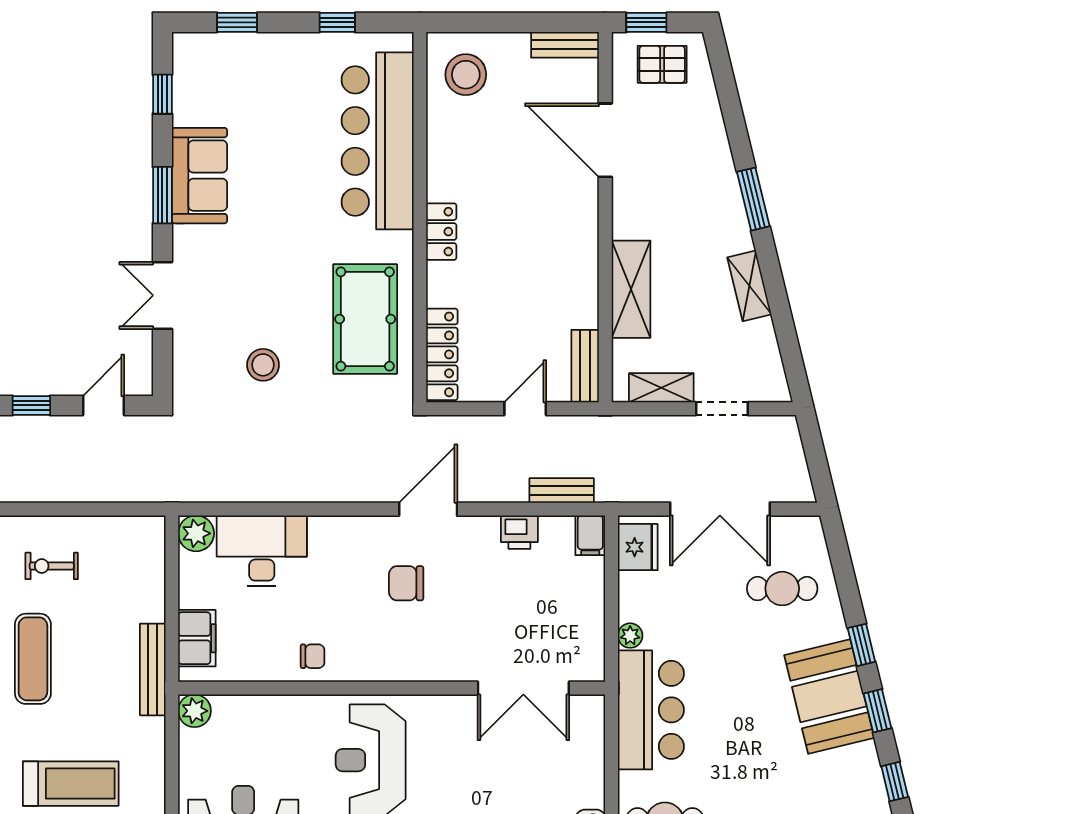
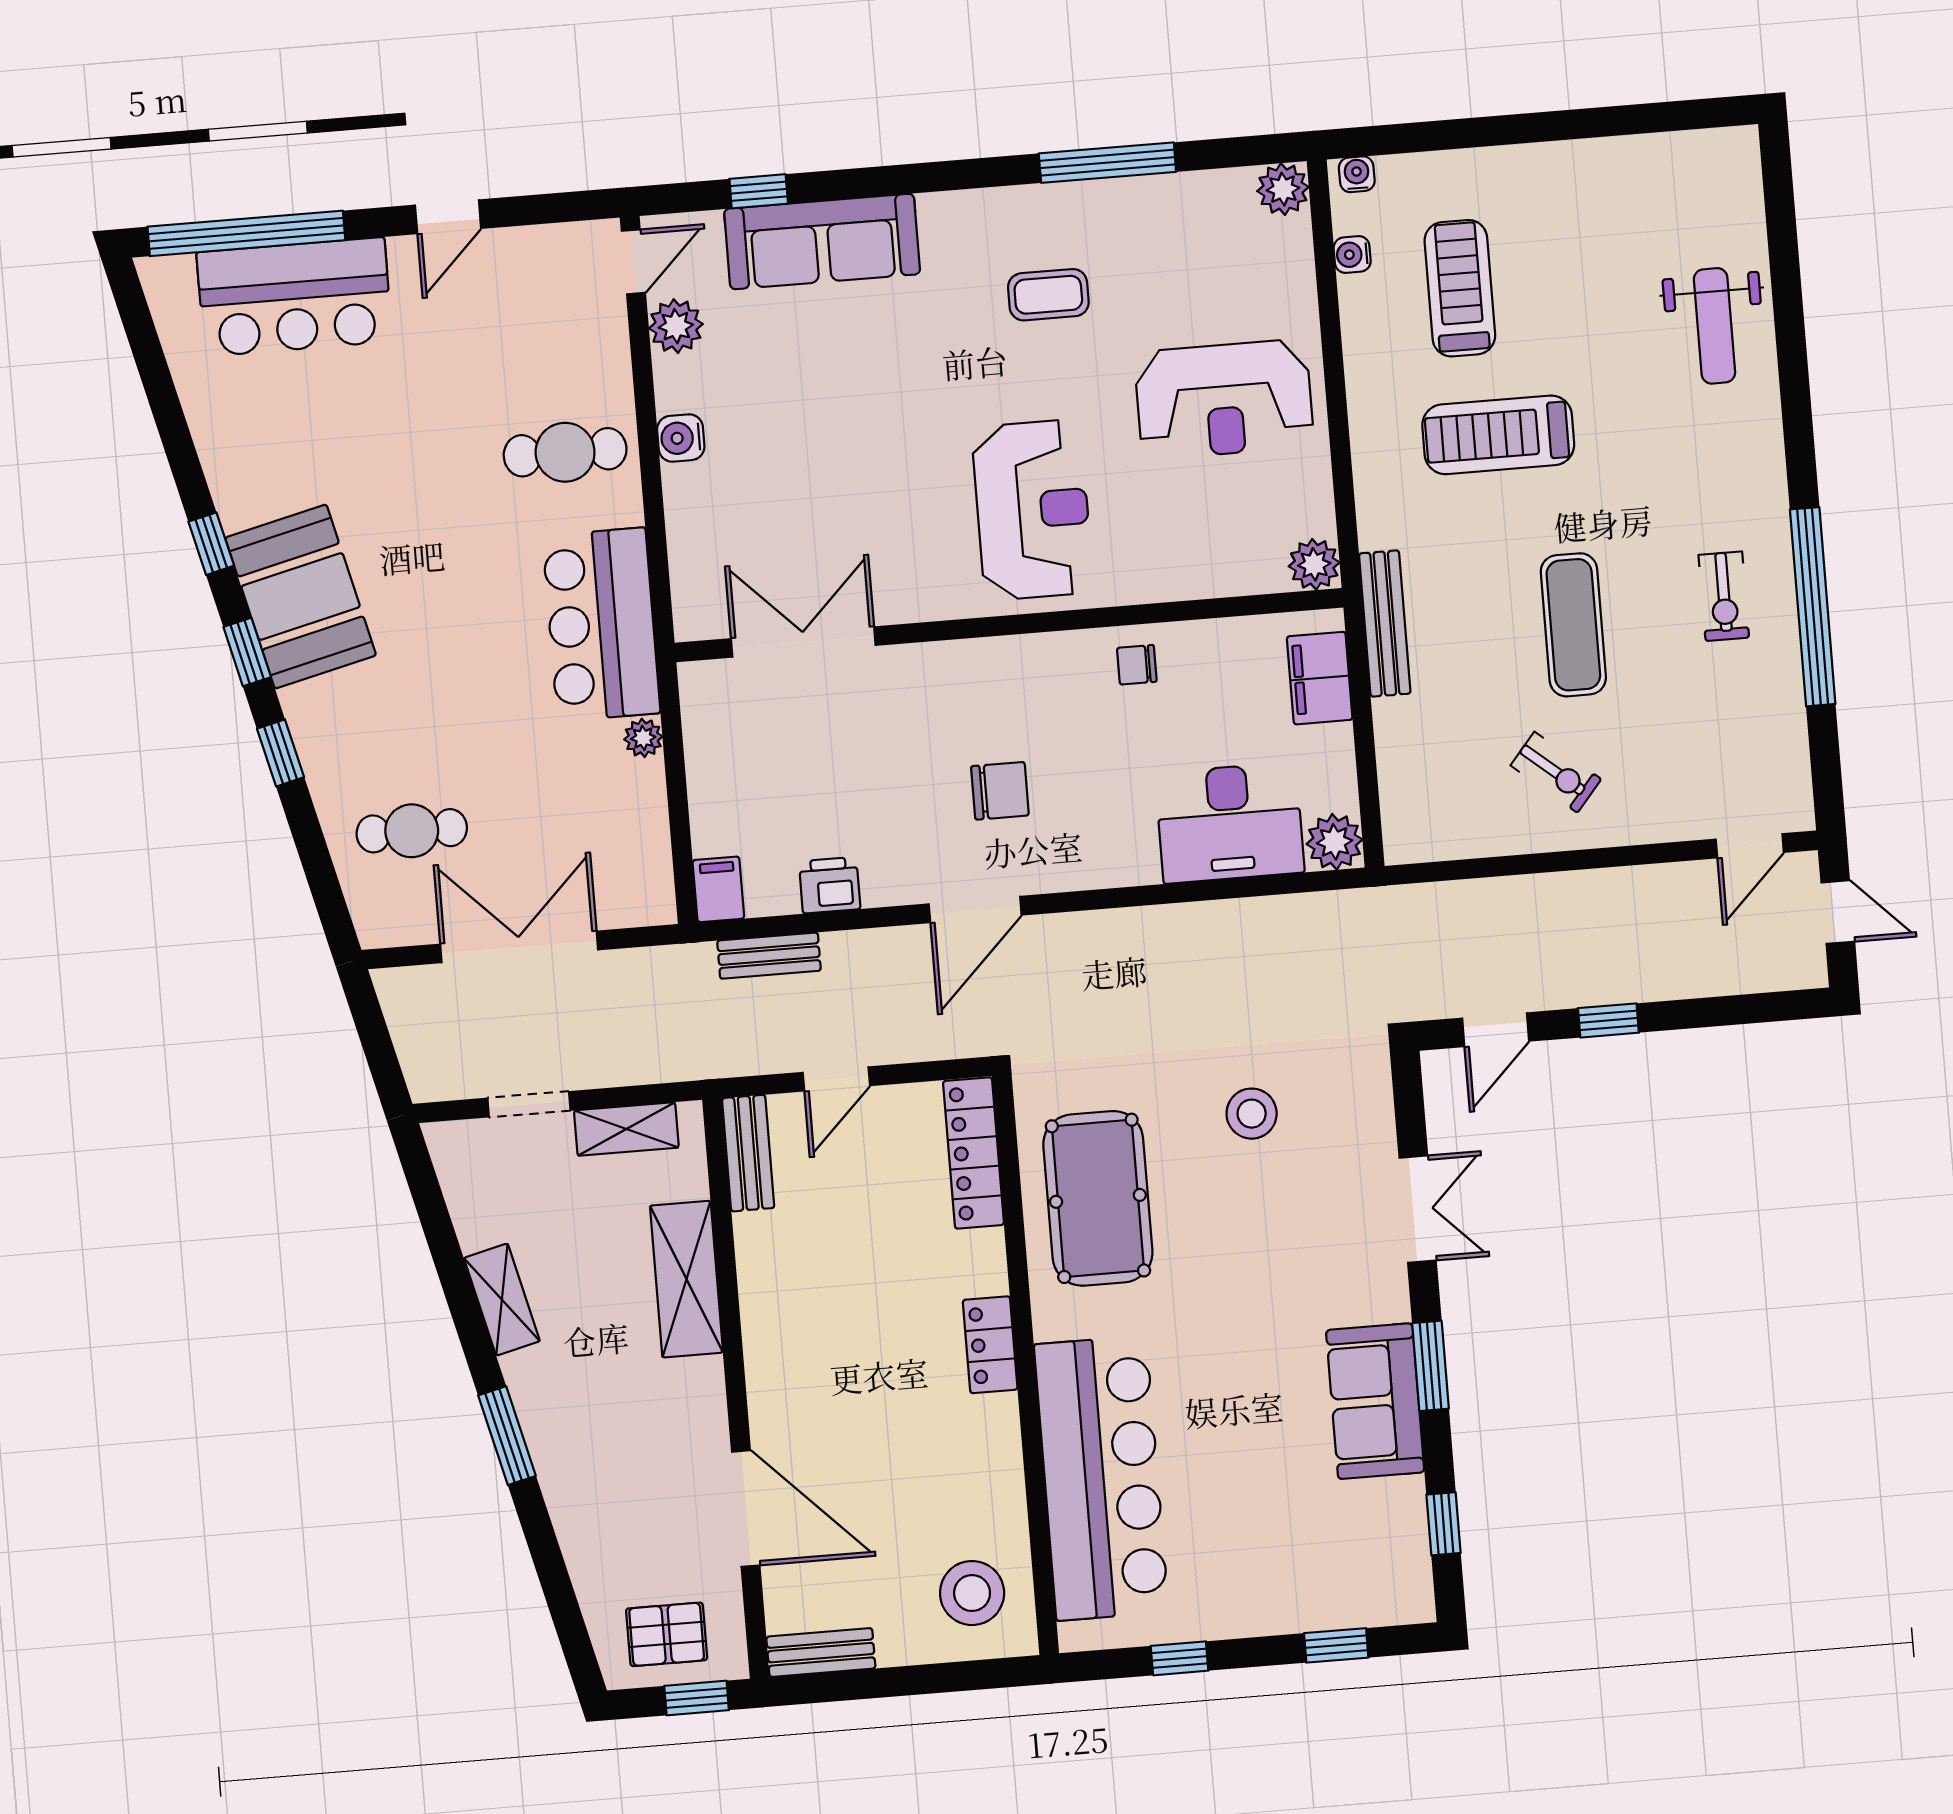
fridge: (638, 547) -> (643, 877), removed
exercise bike: (52, 566) -> (1556, 772), turned 40
booth: (829, 697) -> (301, 597), moved

